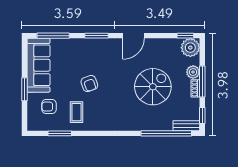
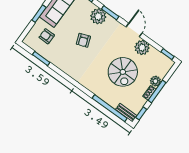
door: (133, 36) -> (134, 30), swing flipped
plant: (87, 48) -> (98, 16), added
plant: (190, 48) -> (142, 47), moved
spiral stairs: (153, 87) -> (123, 72), turned 90
coffee table: (76, 112) -> (62, 53), removed

